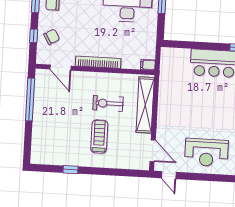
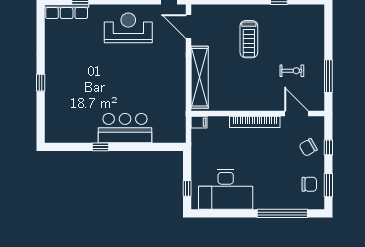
window: (30, 100) -> (328, 76), width x0.68
exercise bike: (108, 103) -> (292, 71), moved, width x0.73, depth x0.72

